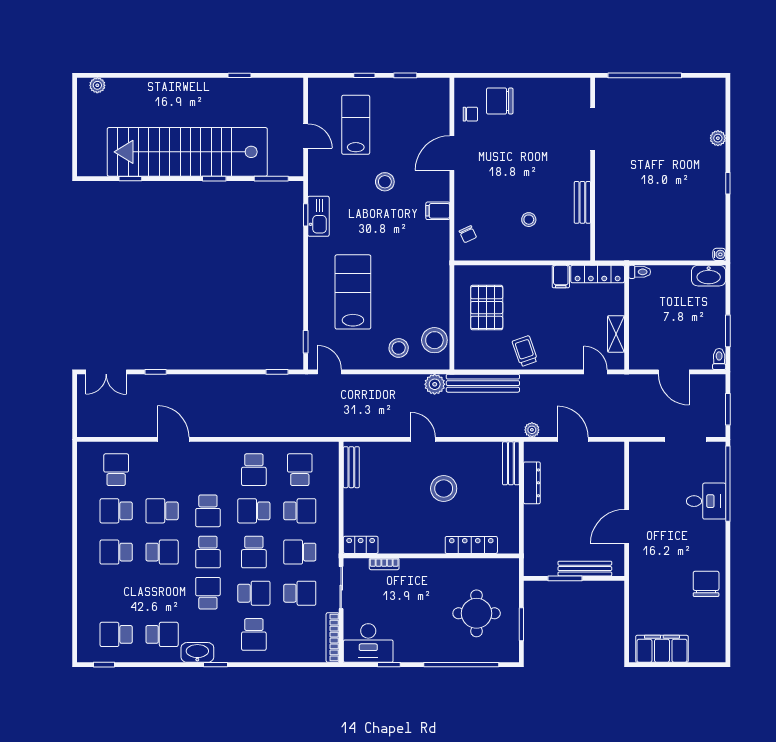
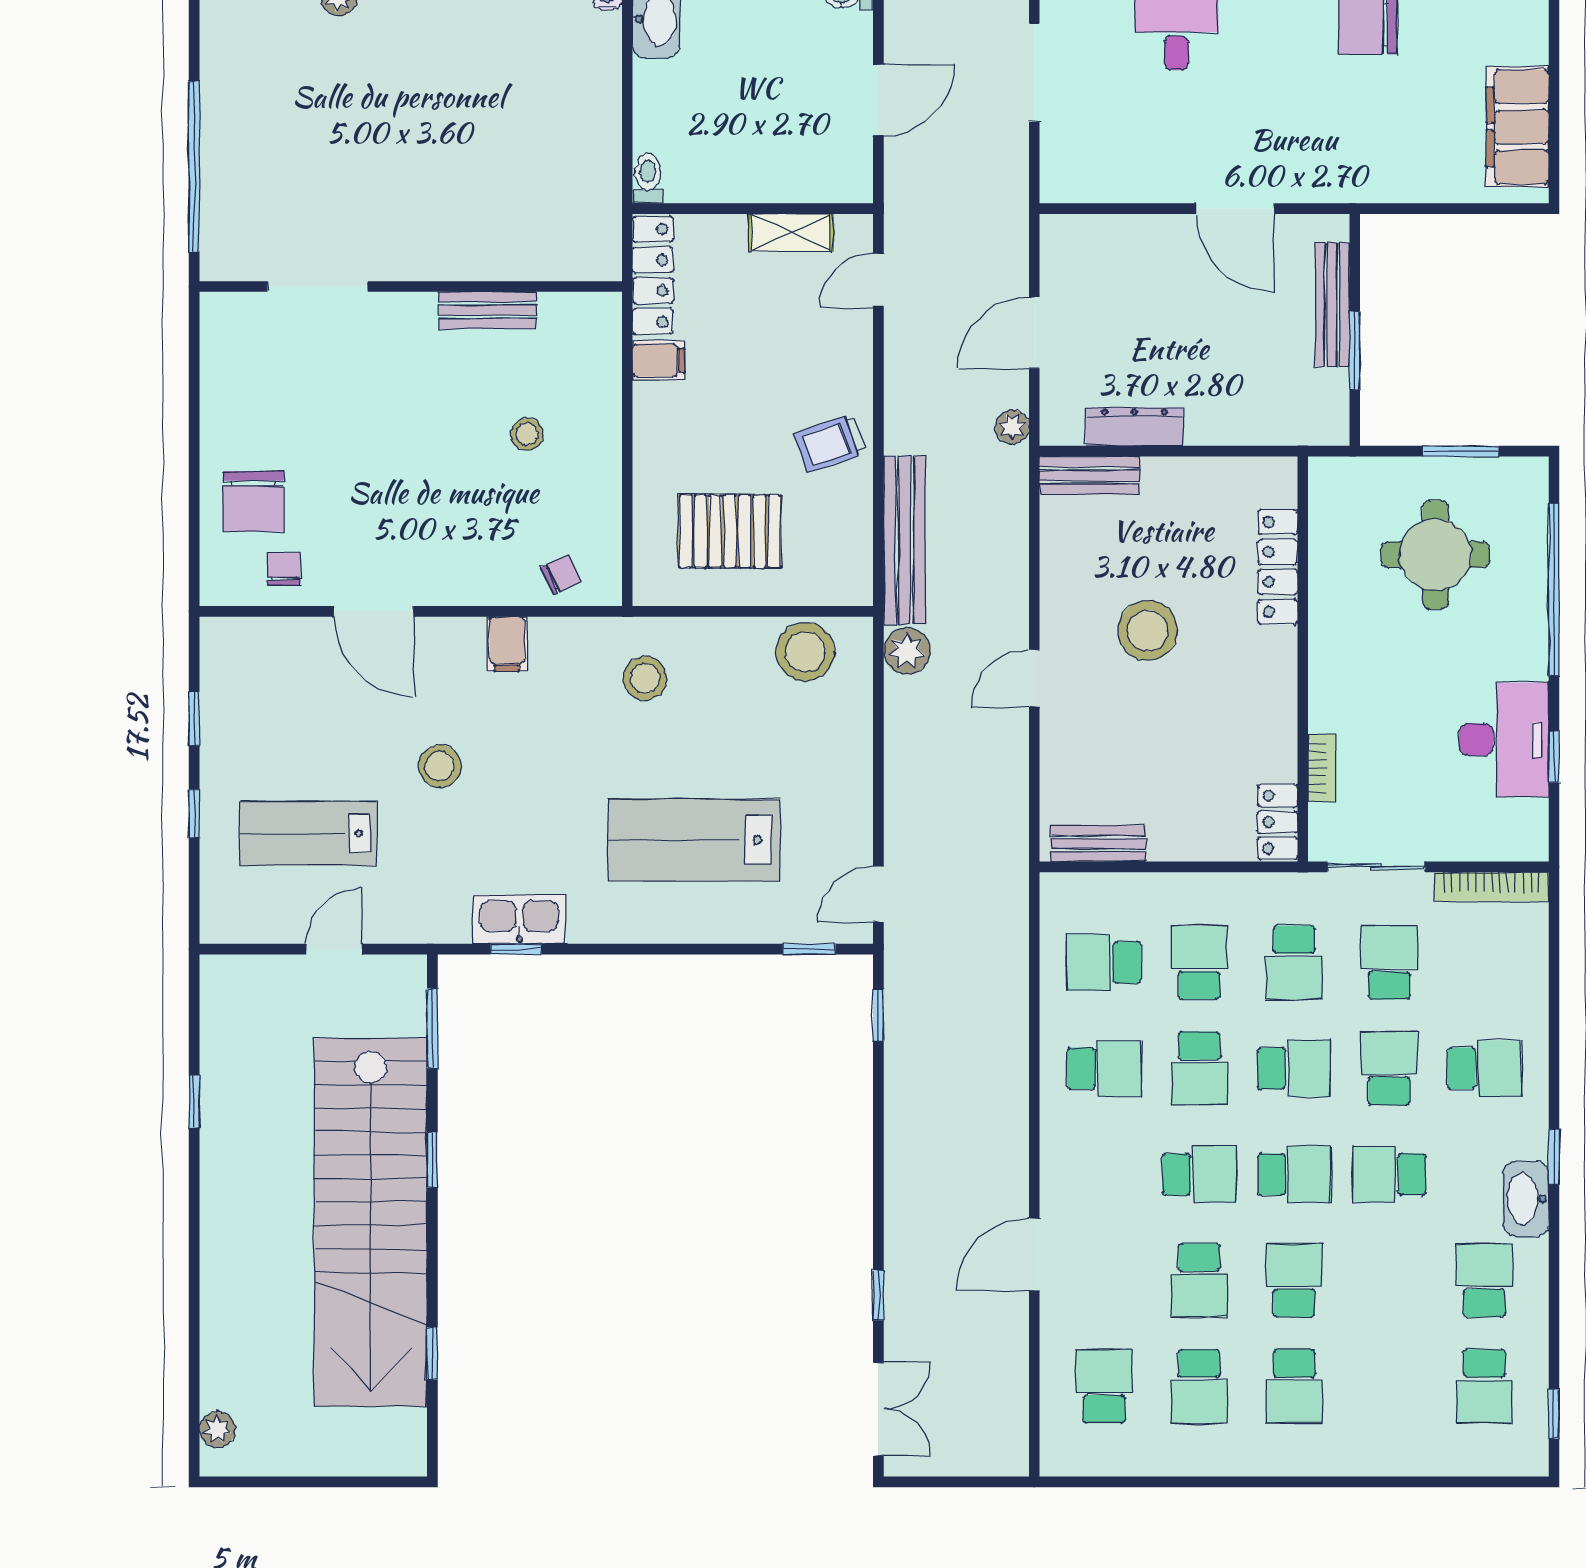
stool: (399, 348) -> (645, 678), moved
school desk: (116, 470) -> (1104, 1386), turned 90
desk: (368, 643) -> (1504, 740), moved

